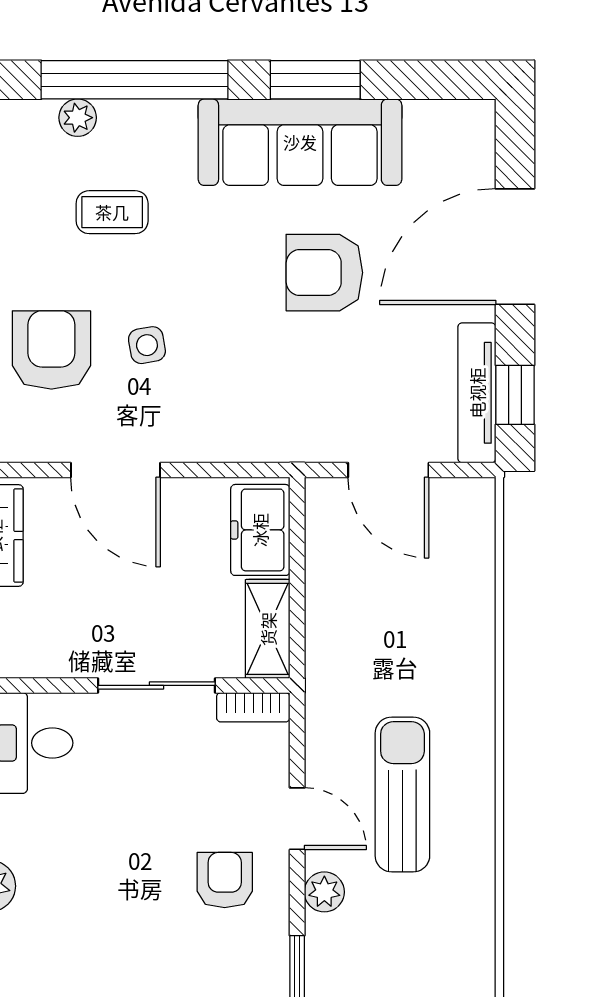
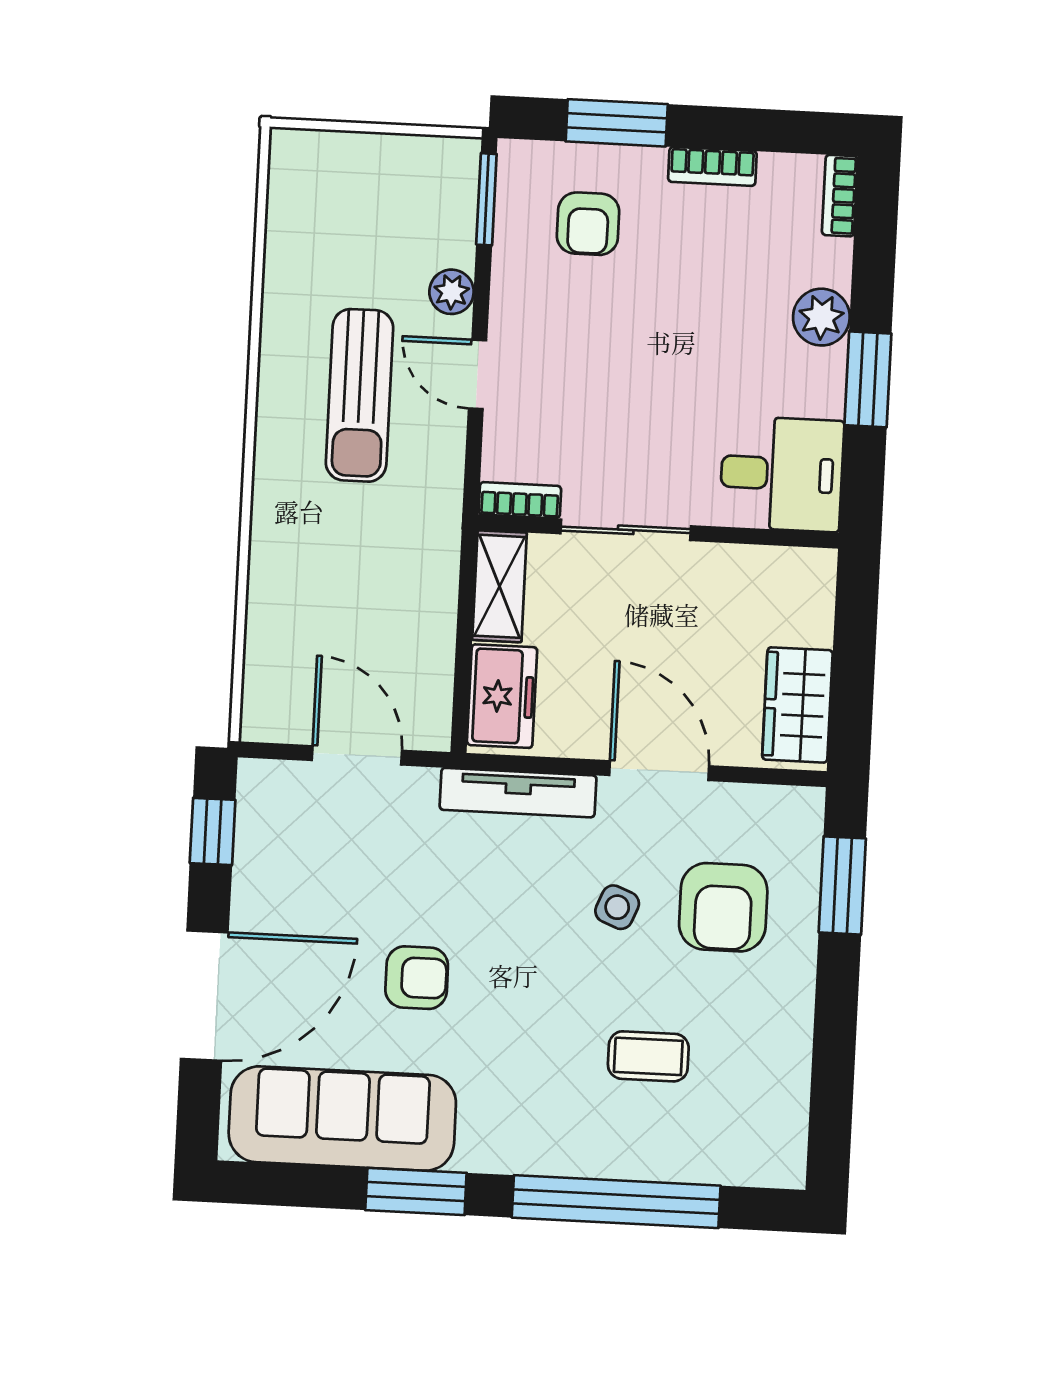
plant: (78, 118) -> (681, 1163), removed
sofa: (300, 142) -> (342, 1118), moved
armchair: (324, 273) -> (417, 978), width x0.72, depth x0.72
side table: (147, 345) -> (617, 907), turned 32
tv unit: (477, 393) -> (518, 793), moved, turned 90
armchair: (225, 880) -> (588, 224), moved

